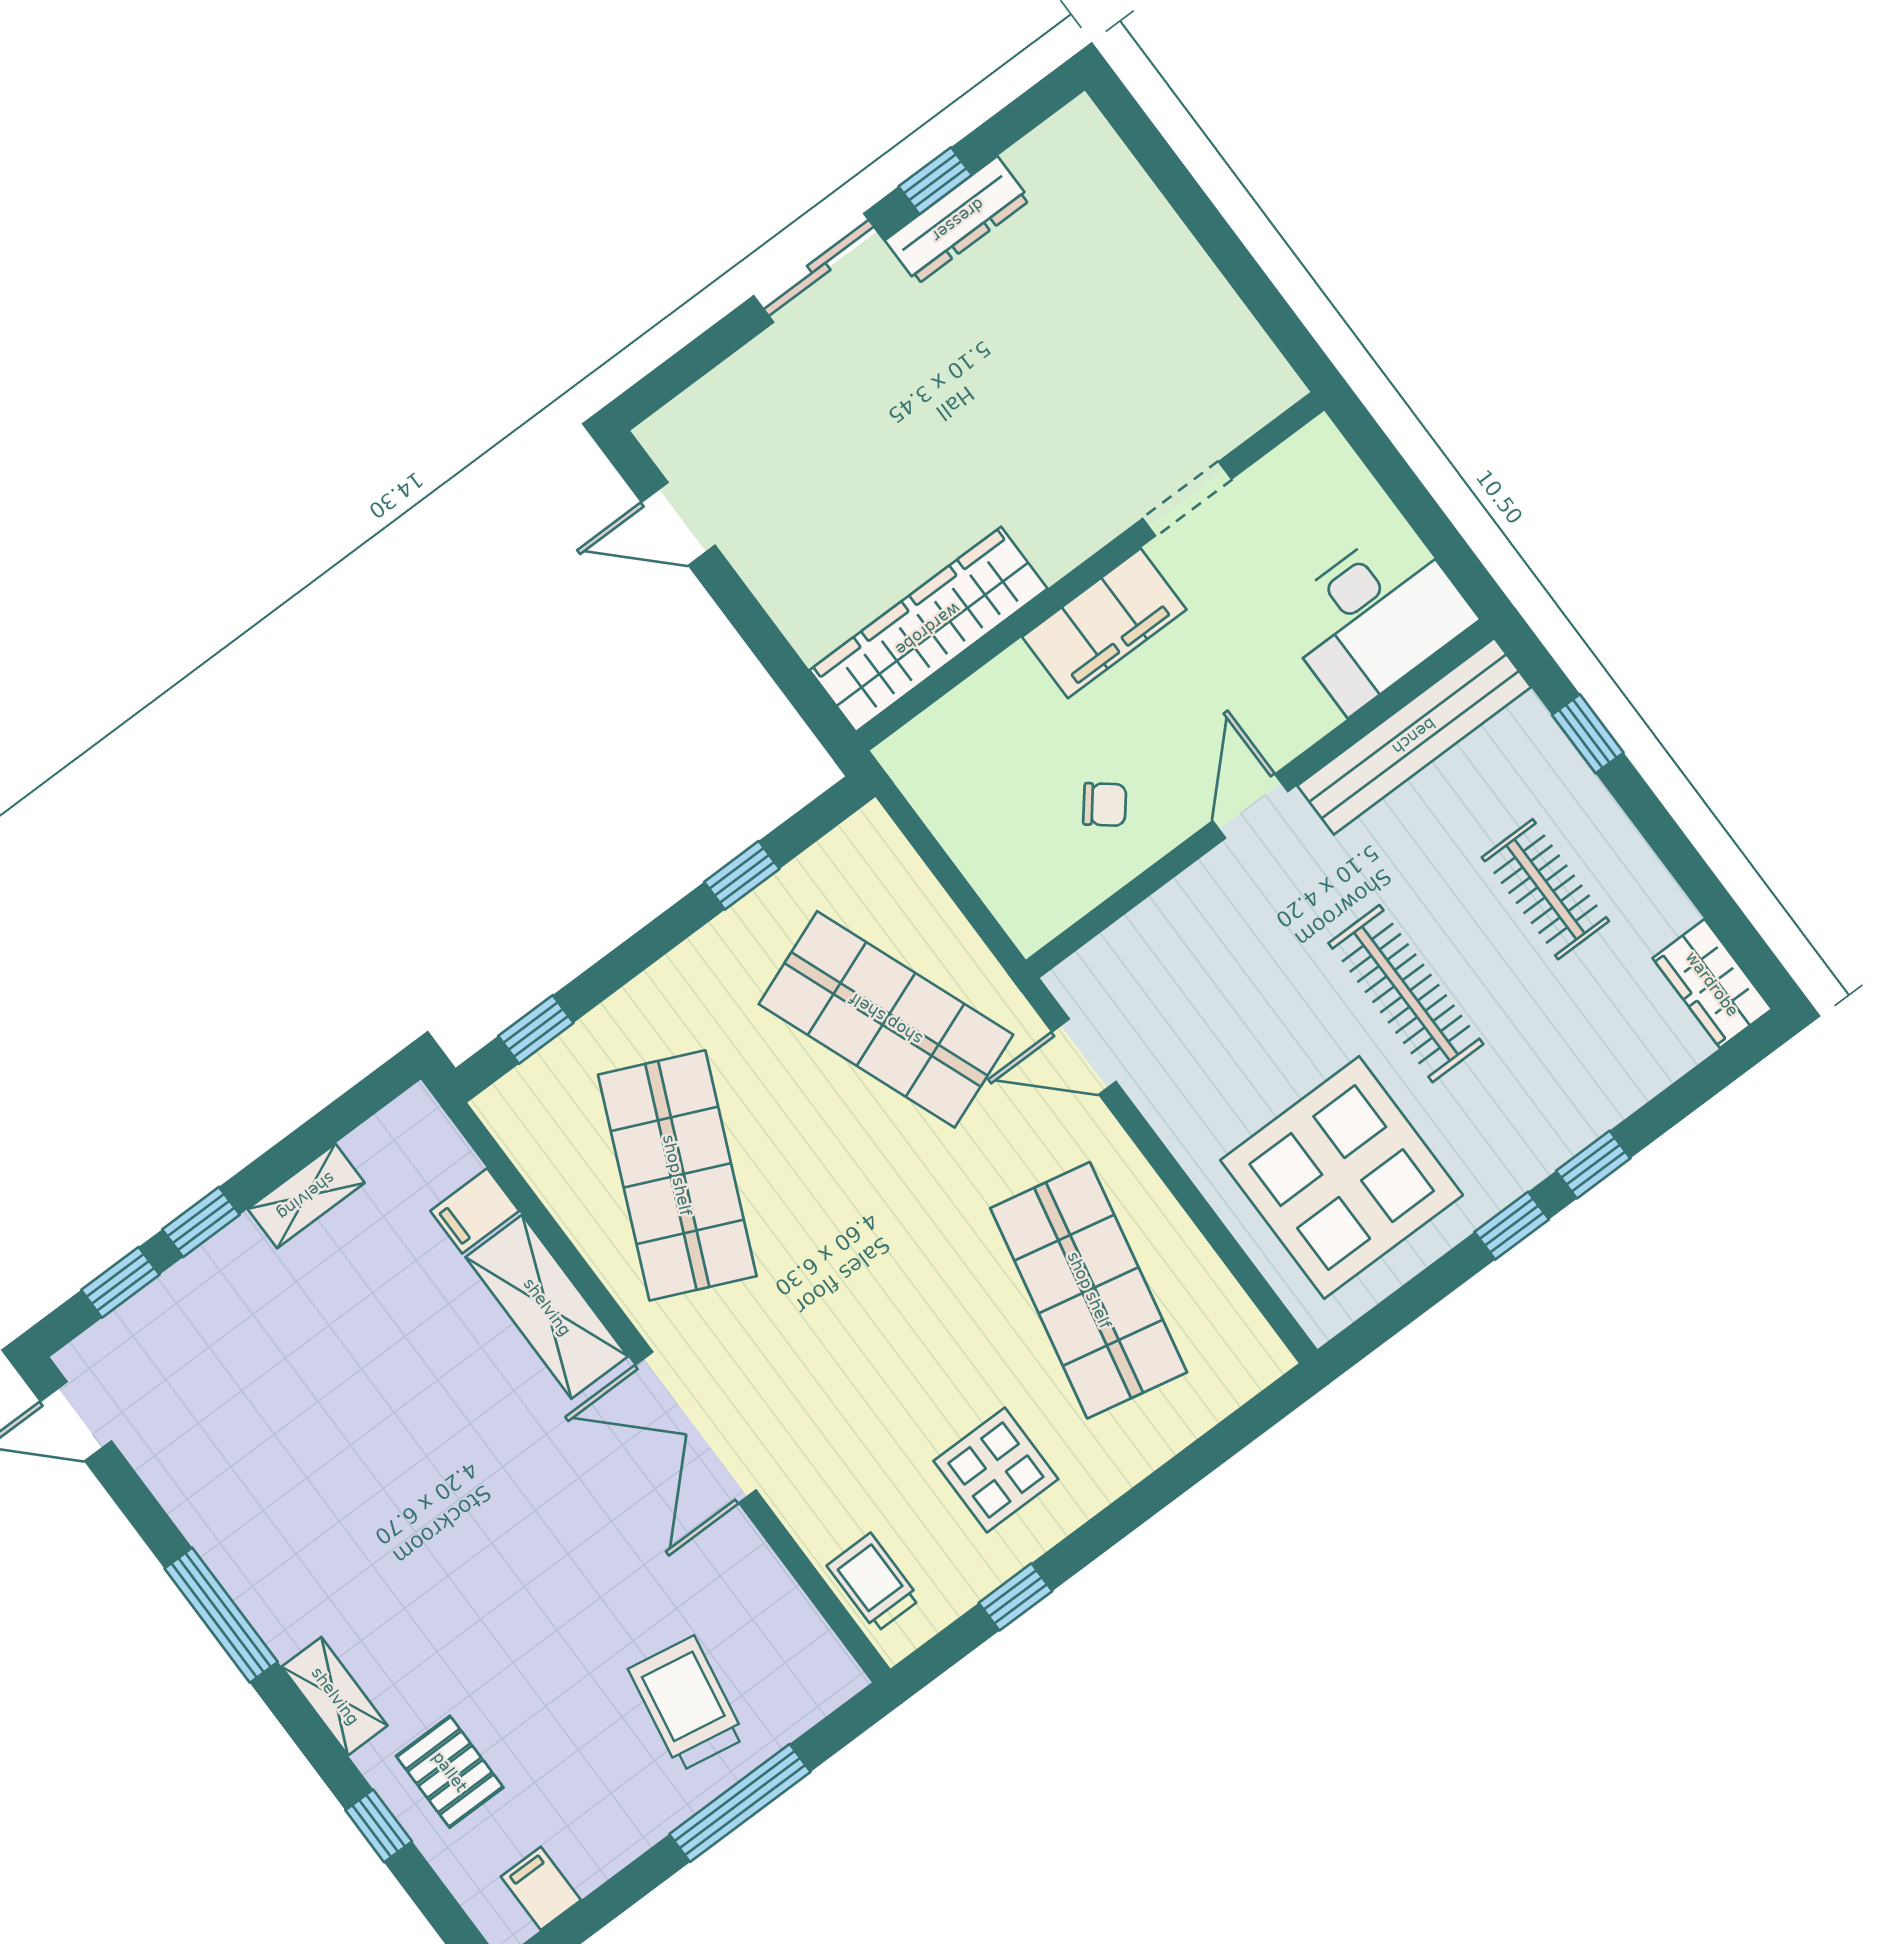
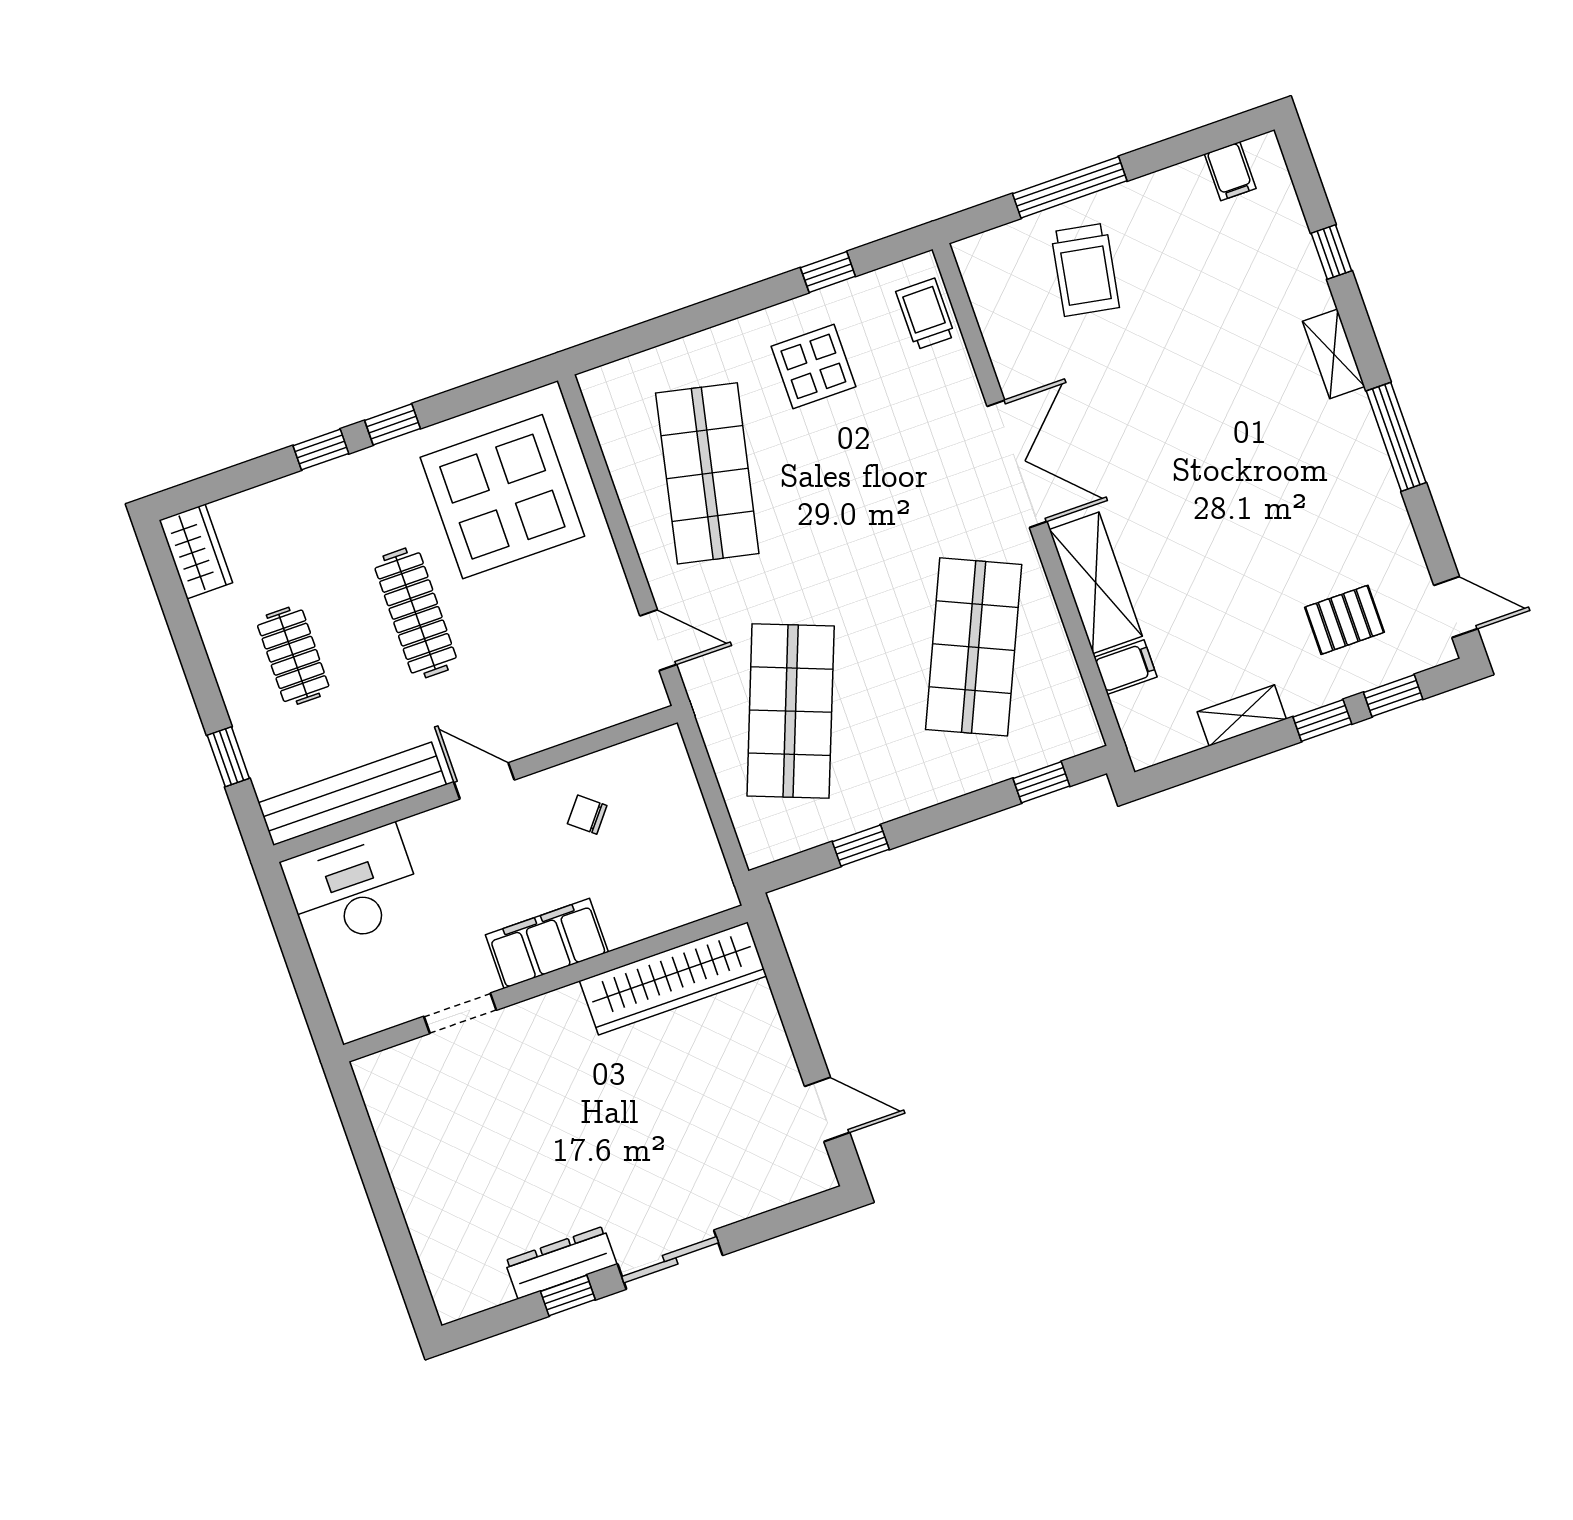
door: (1250, 806) -> (484, 781), swing flipped
shop shelf: (886, 1019) -> (791, 711), turned 42
trolley: (874, 1582) -> (925, 314), turned 180
pallet: (450, 1772) -> (1344, 620), moved, turned 90

